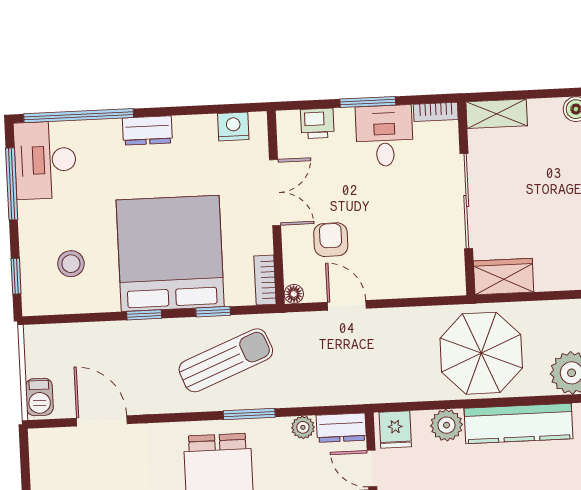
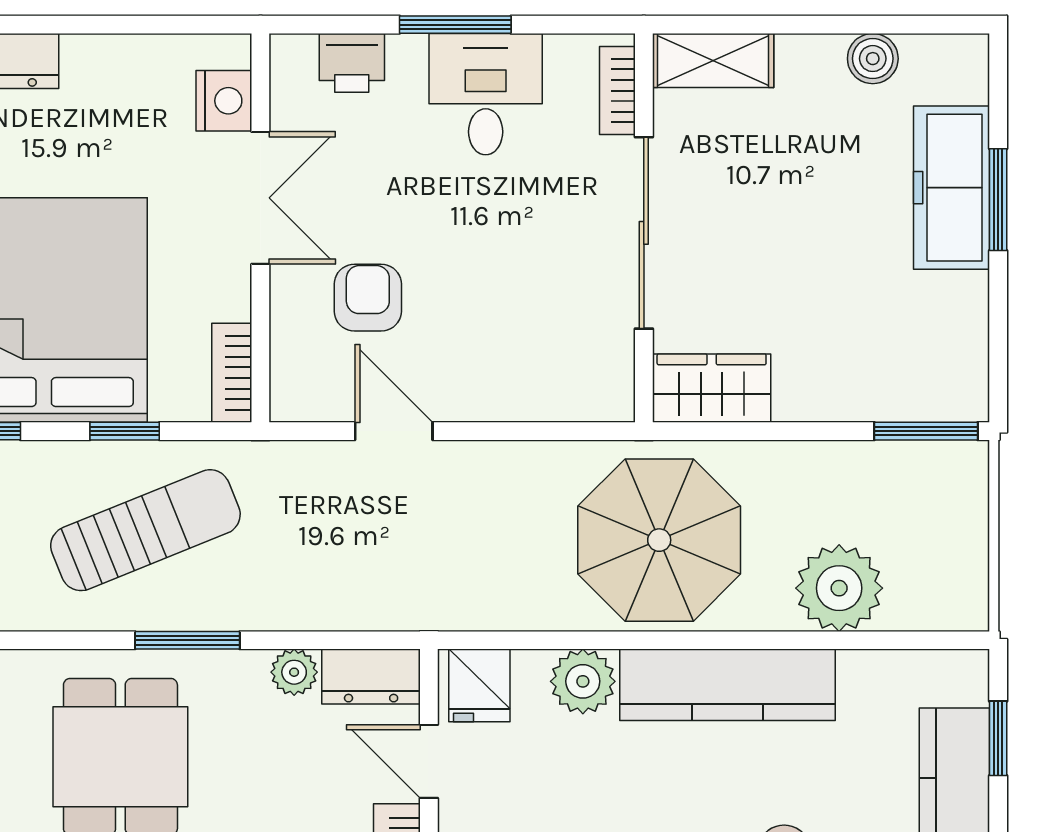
bookcase: (436, 112) -> (617, 91), moved, turned 90
nightstand: (233, 127) -> (224, 101), moved, turned 90
floor lamp: (294, 294) -> (288, 403), removed

